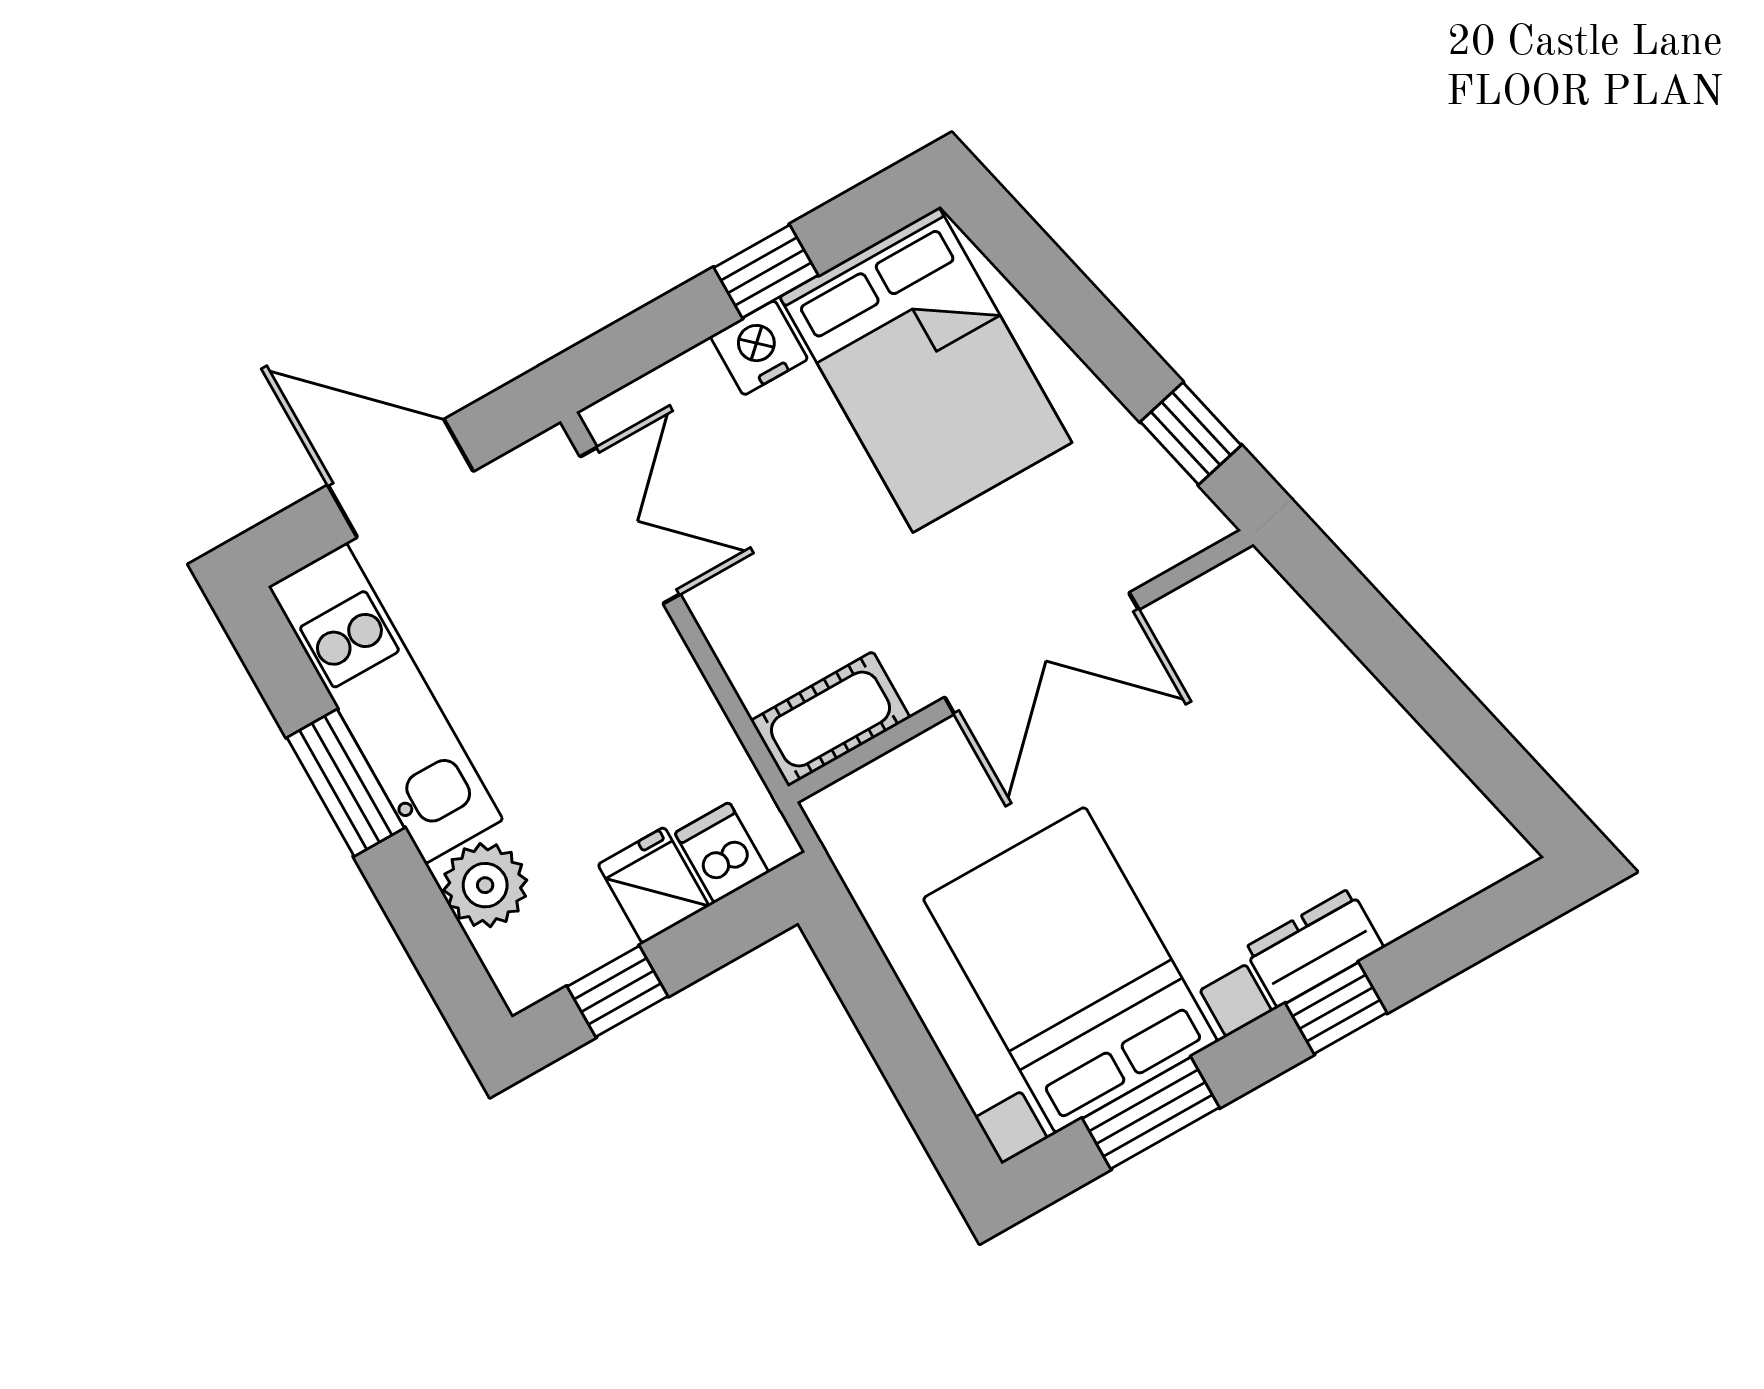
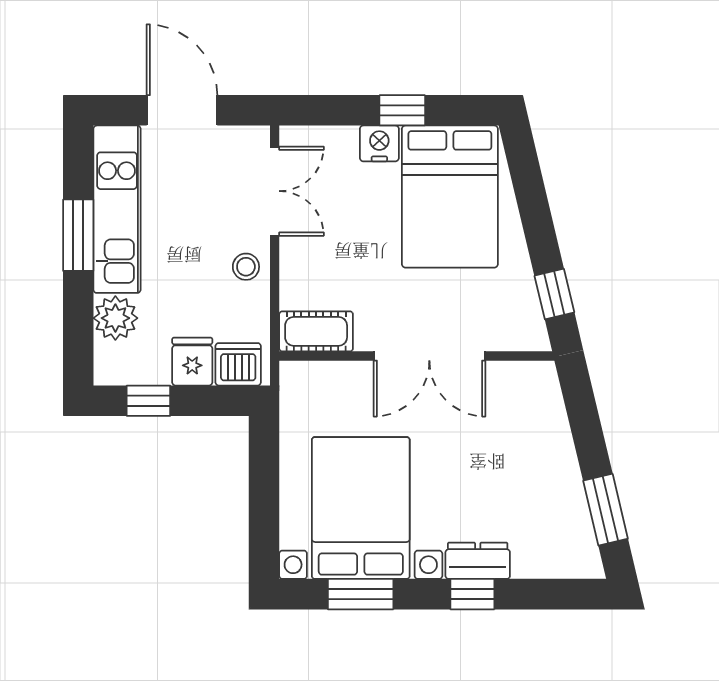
stool: (654, 678) -> (246, 267), added
window: (1478, 743) -> (605, 510), added
dishwasher: (722, 853) -> (238, 364), width x1.38

